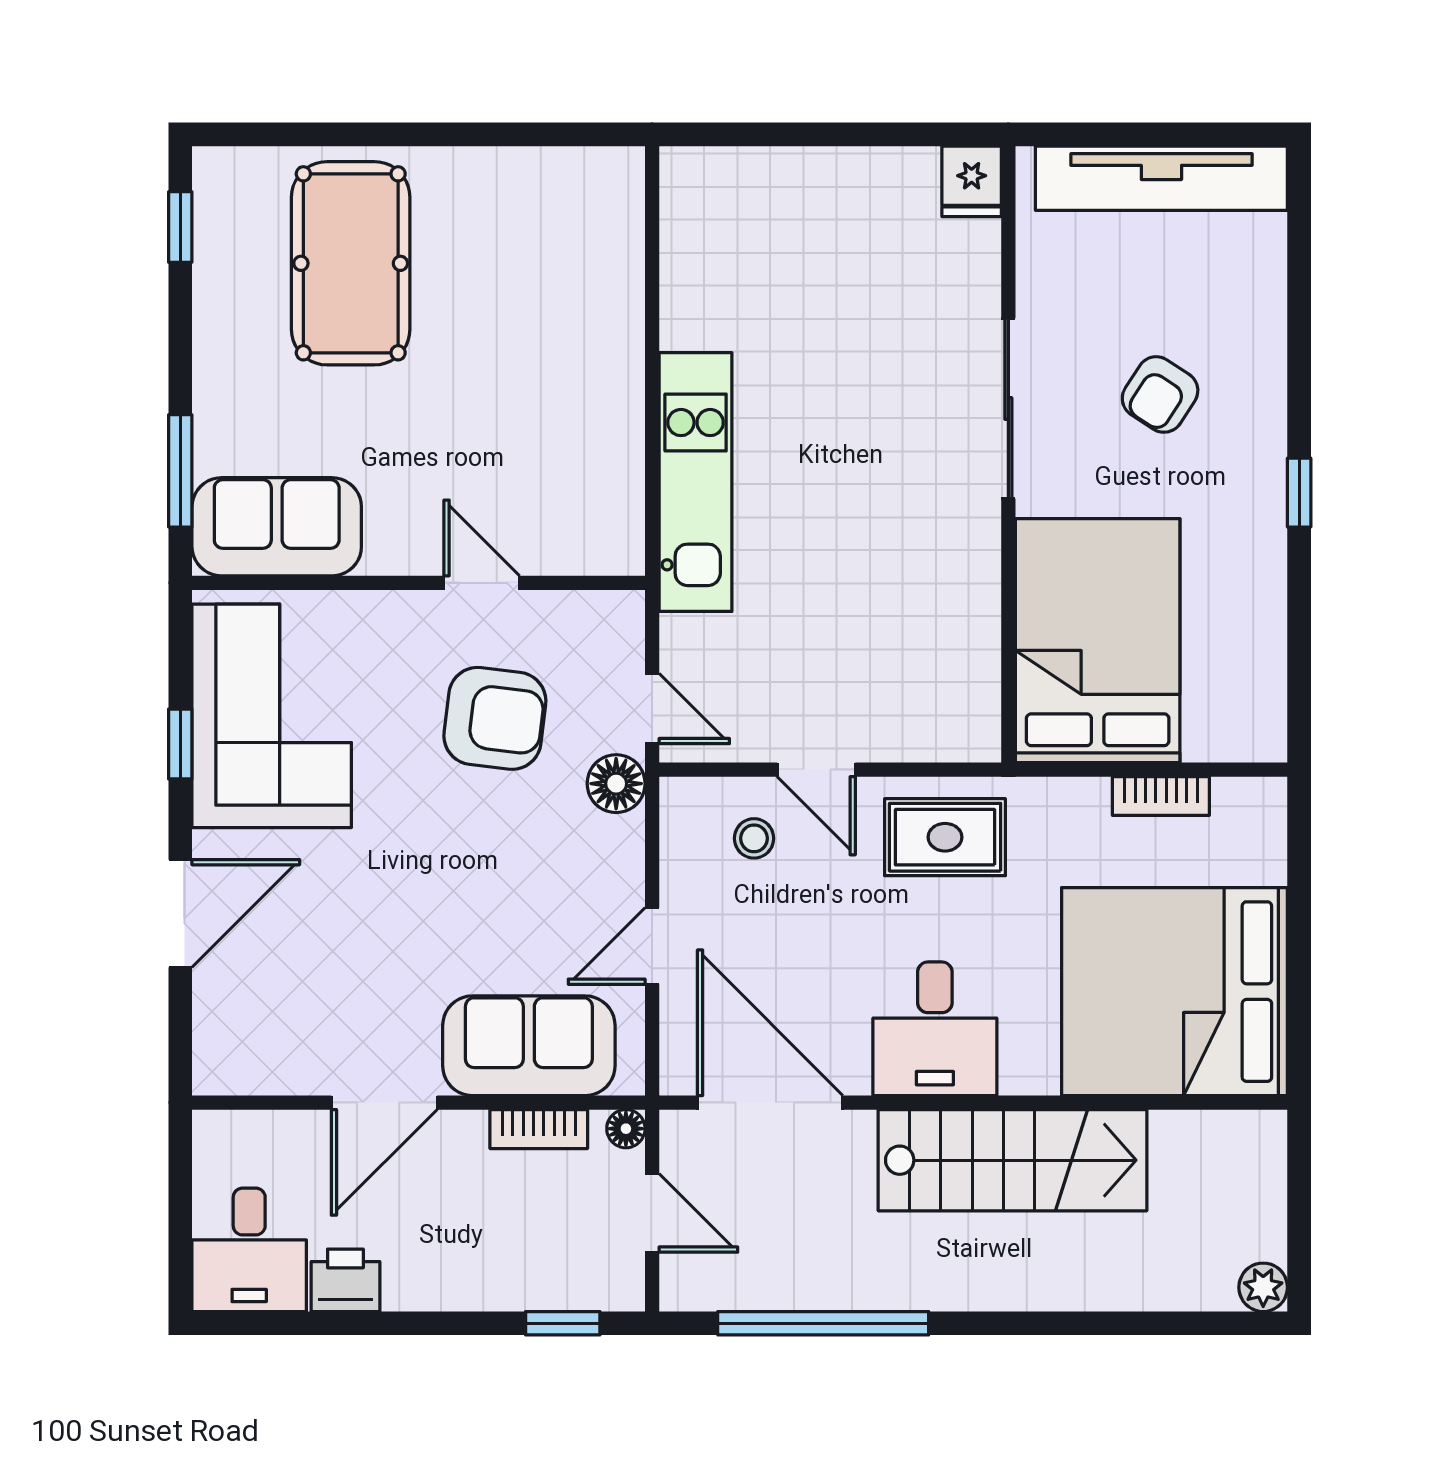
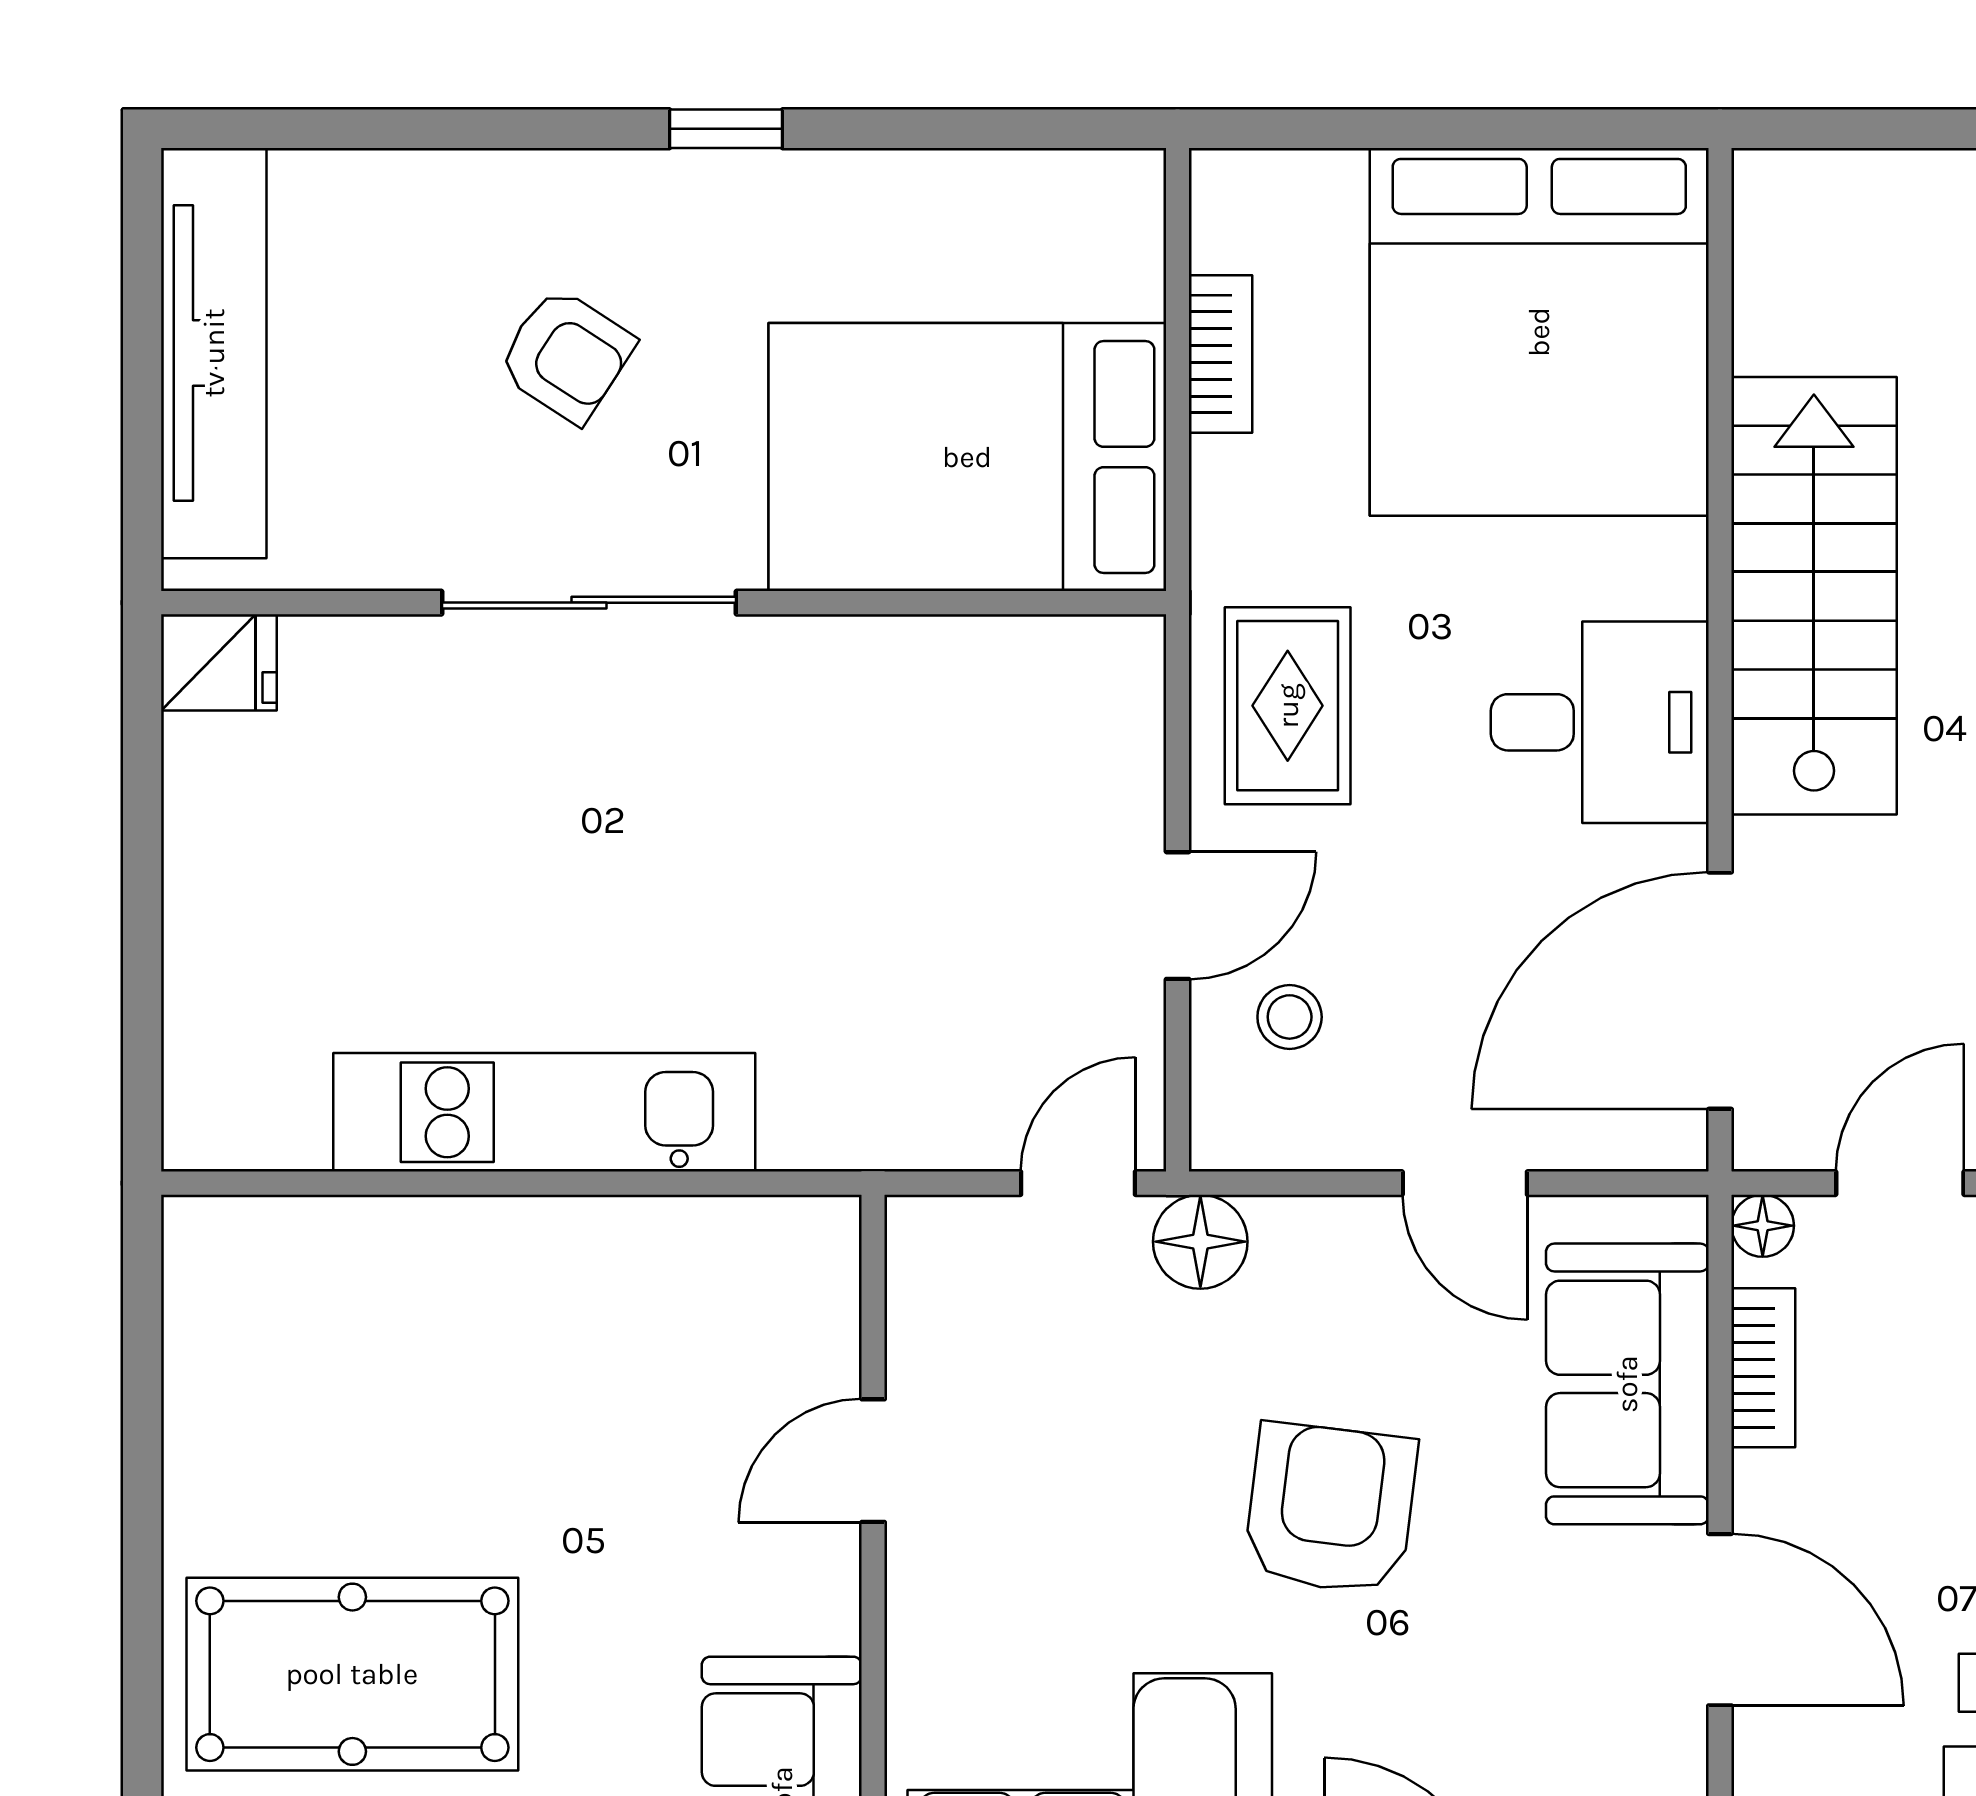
kitchen unit: (696, 482) -> (544, 1112), moved
armchair: (495, 718) -> (1330, 1508), moved

